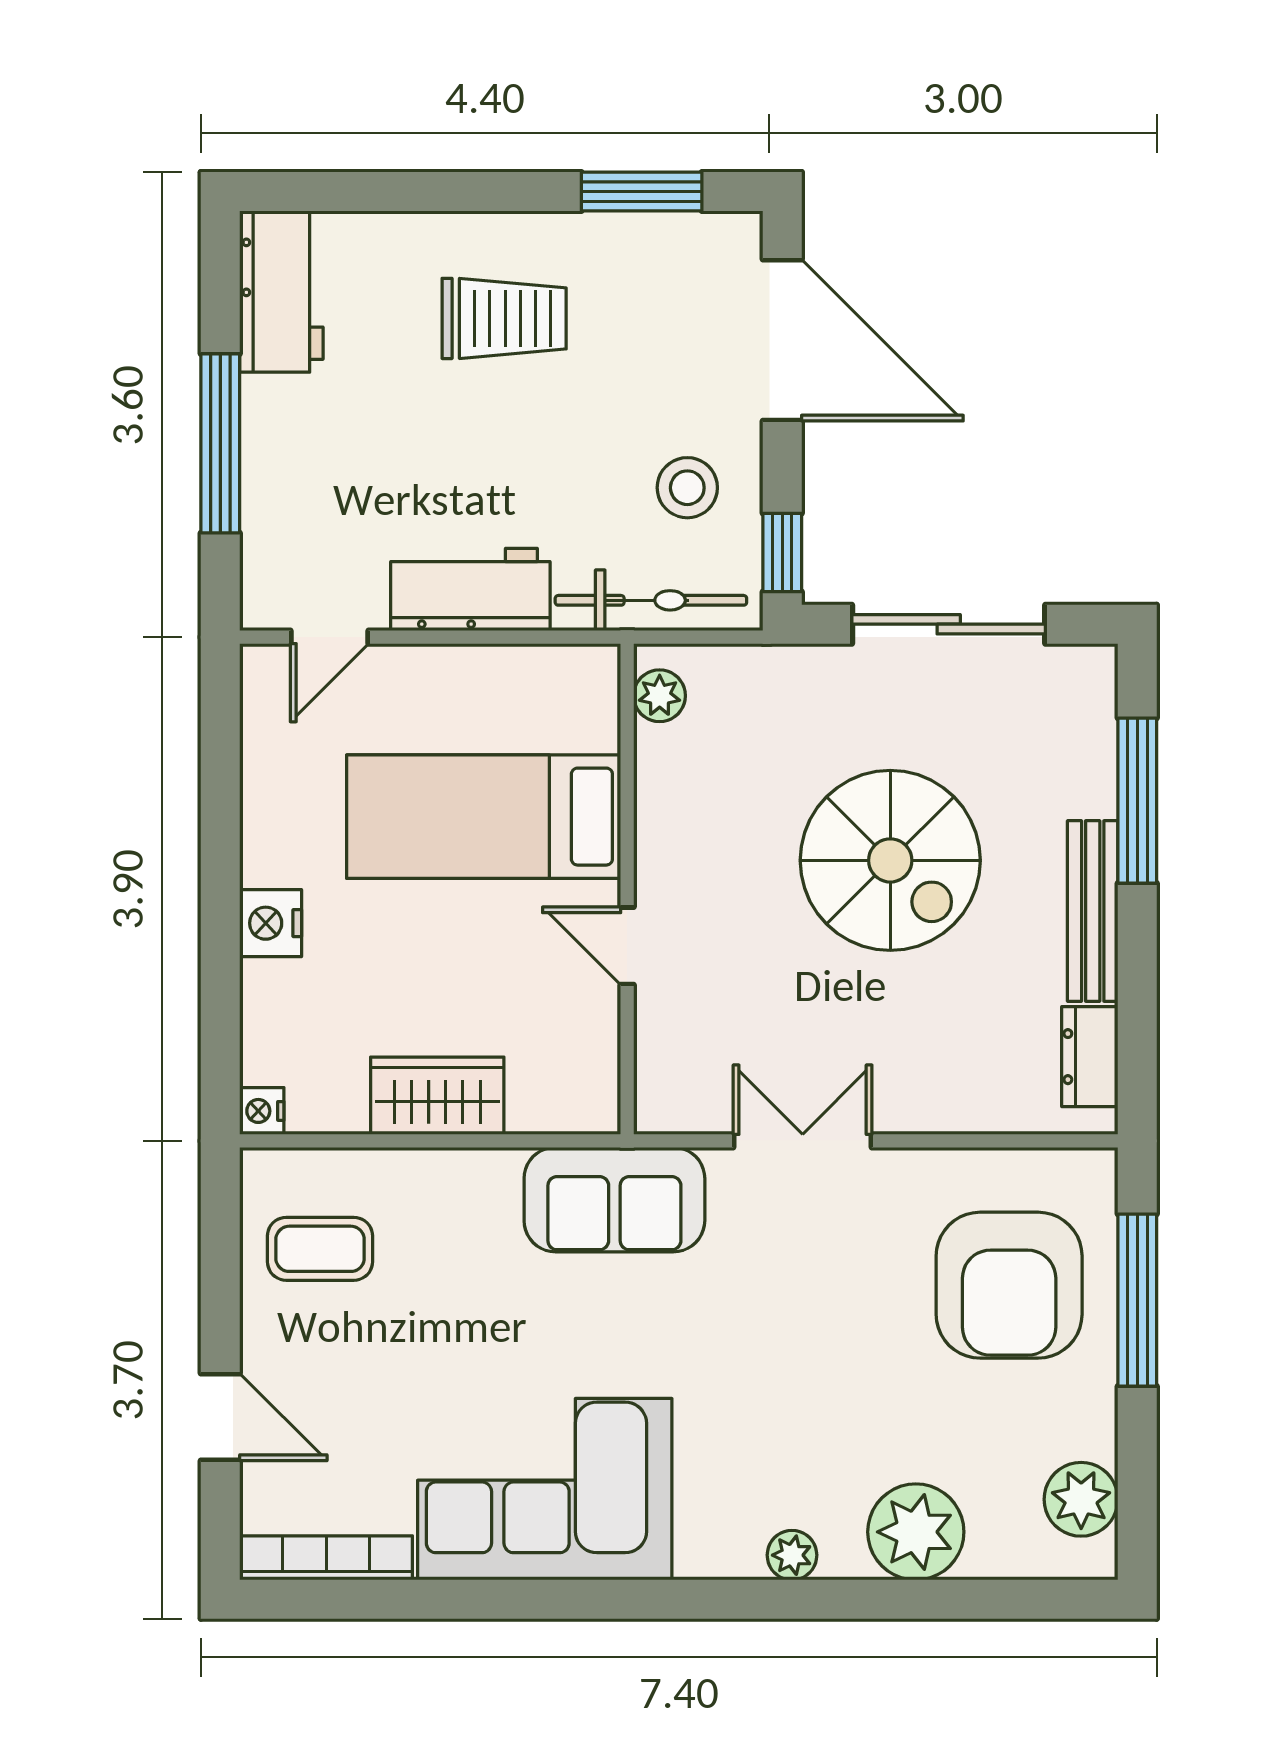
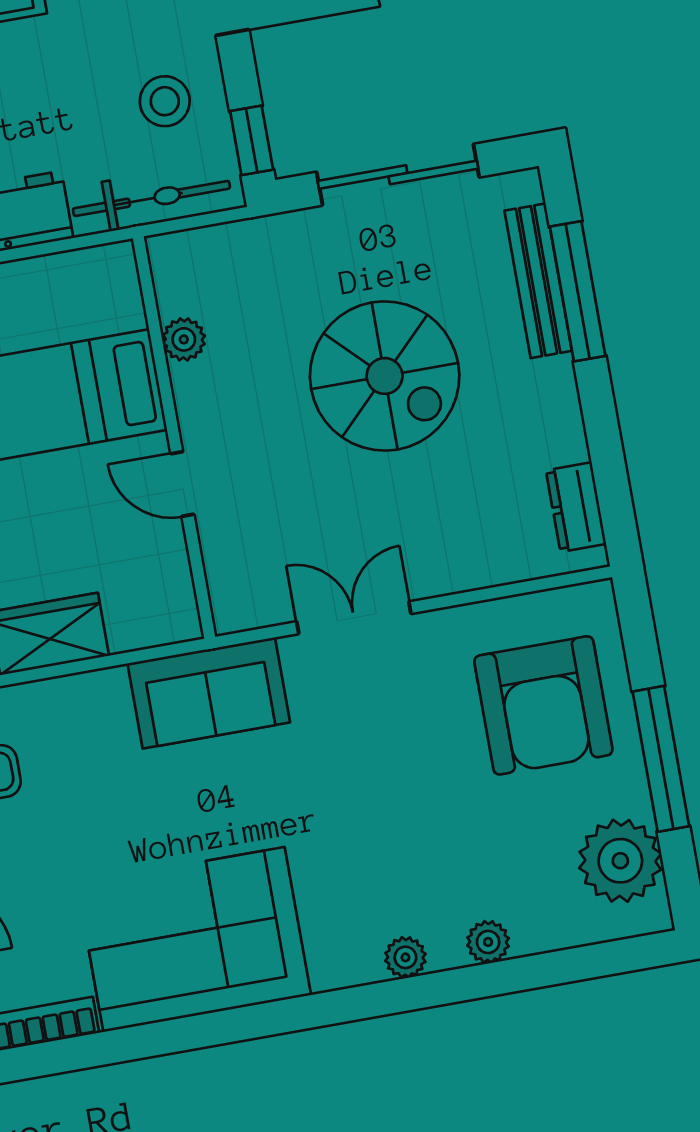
plant: (660, 696) -> (184, 339), moved
bench: (1093, 911) -> (538, 281), moved
window: (1137, 1300) -> (661, 759), moved
plant: (1081, 1499) -> (620, 861), width x1.36, depth x1.36
plant: (916, 1532) -> (488, 942), width x0.53, depth x0.53

